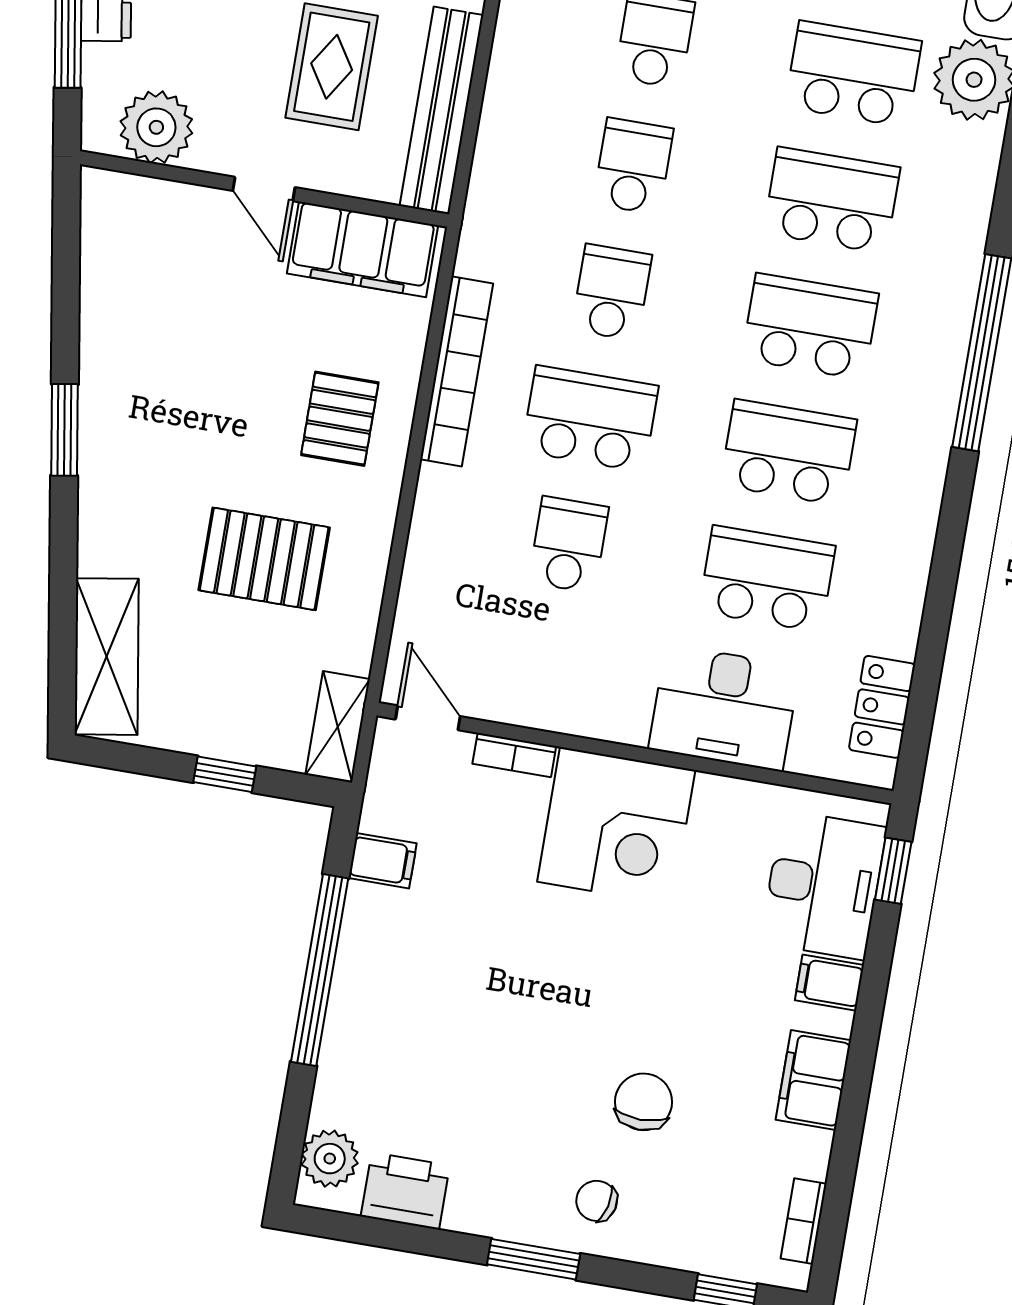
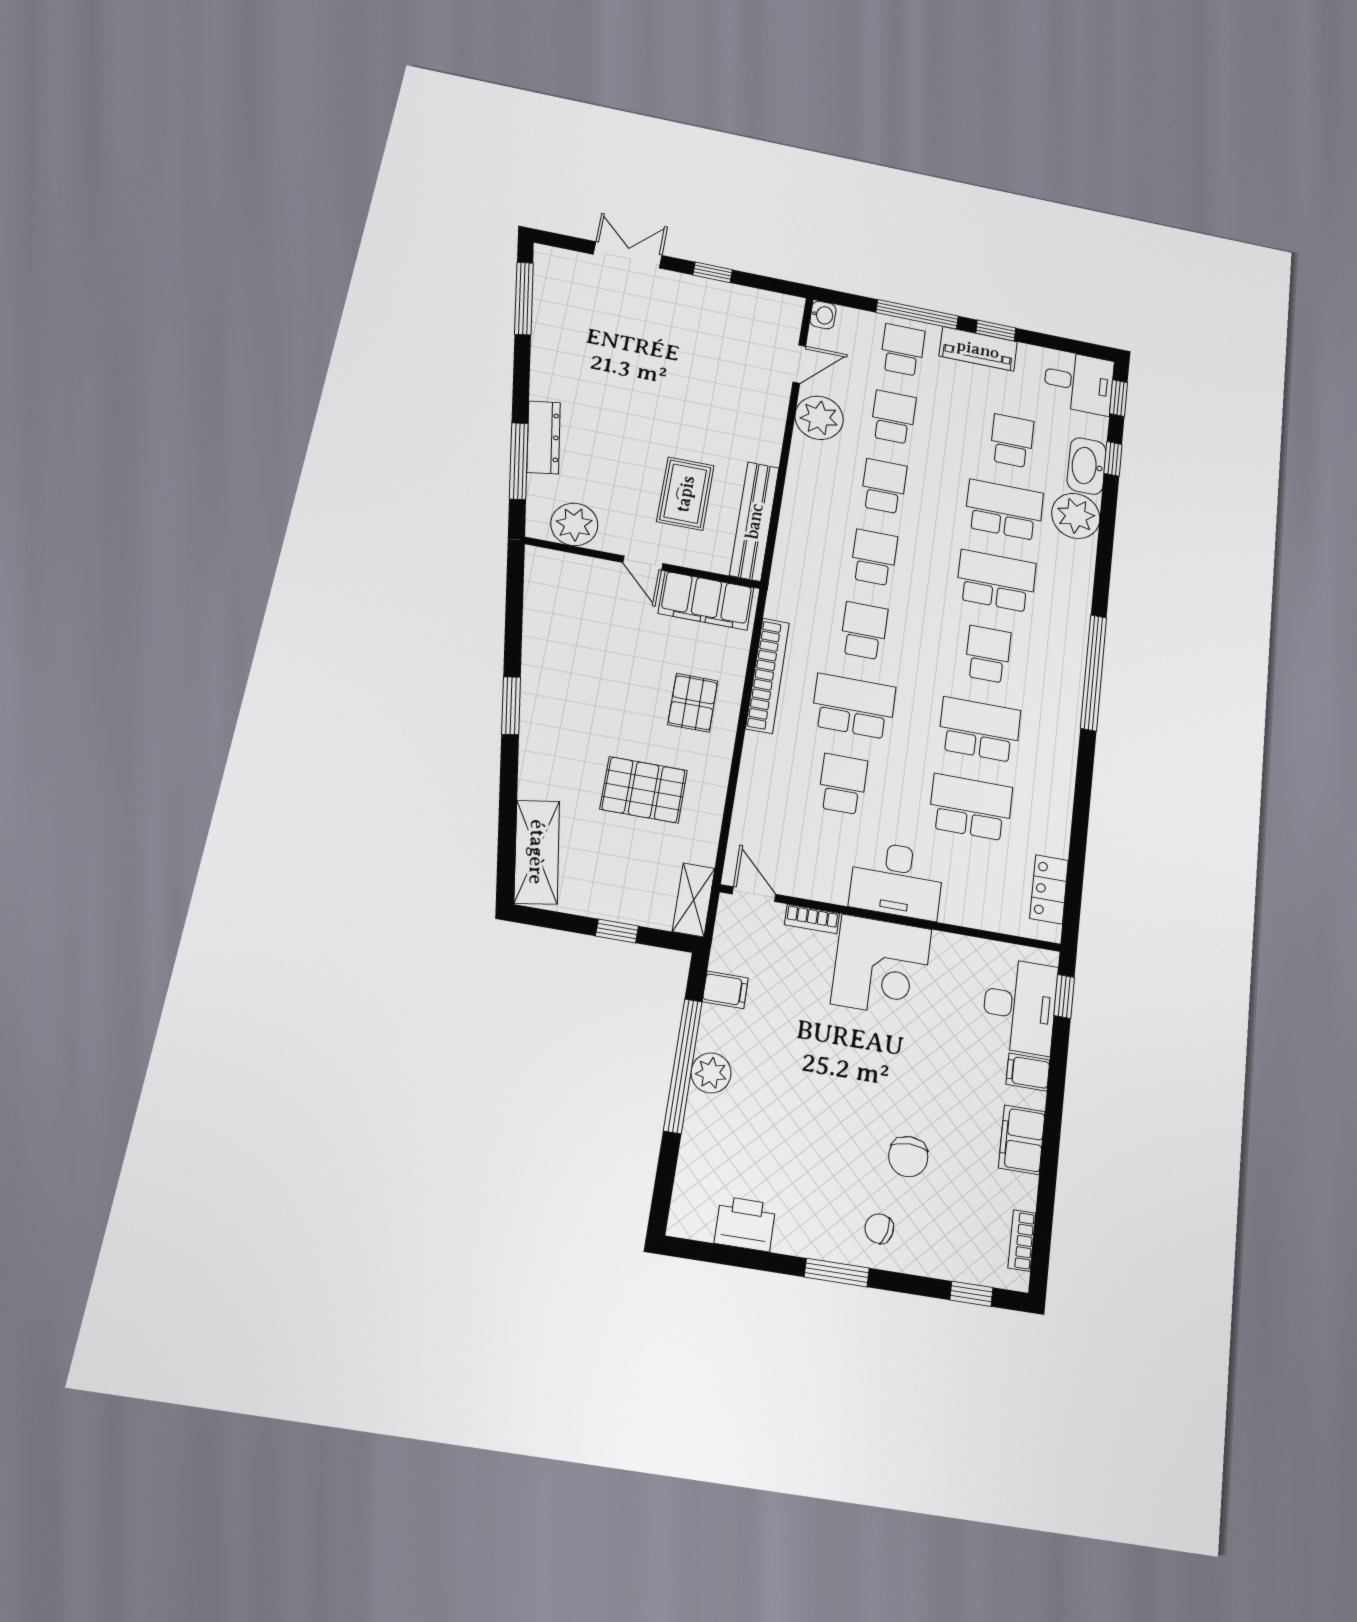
school desk: (810, 326) -> (988, 654), width x0.54
desk: (724, 708) -> (897, 880), moved
chair: (644, 1102) -> (908, 1157), turned 180
plant: (330, 1159) -> (711, 1073), moved

